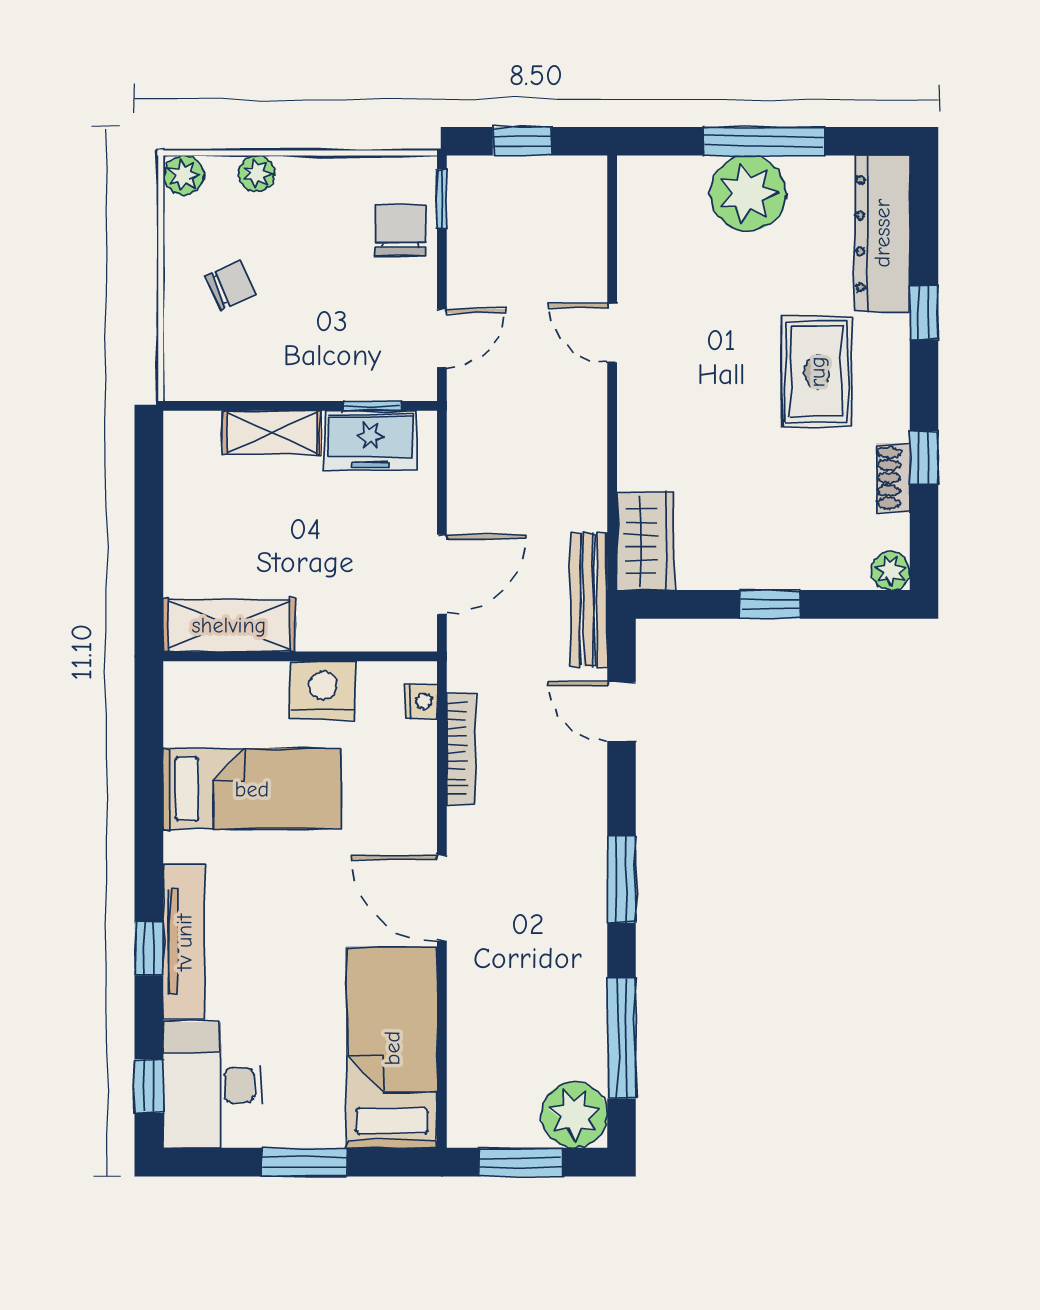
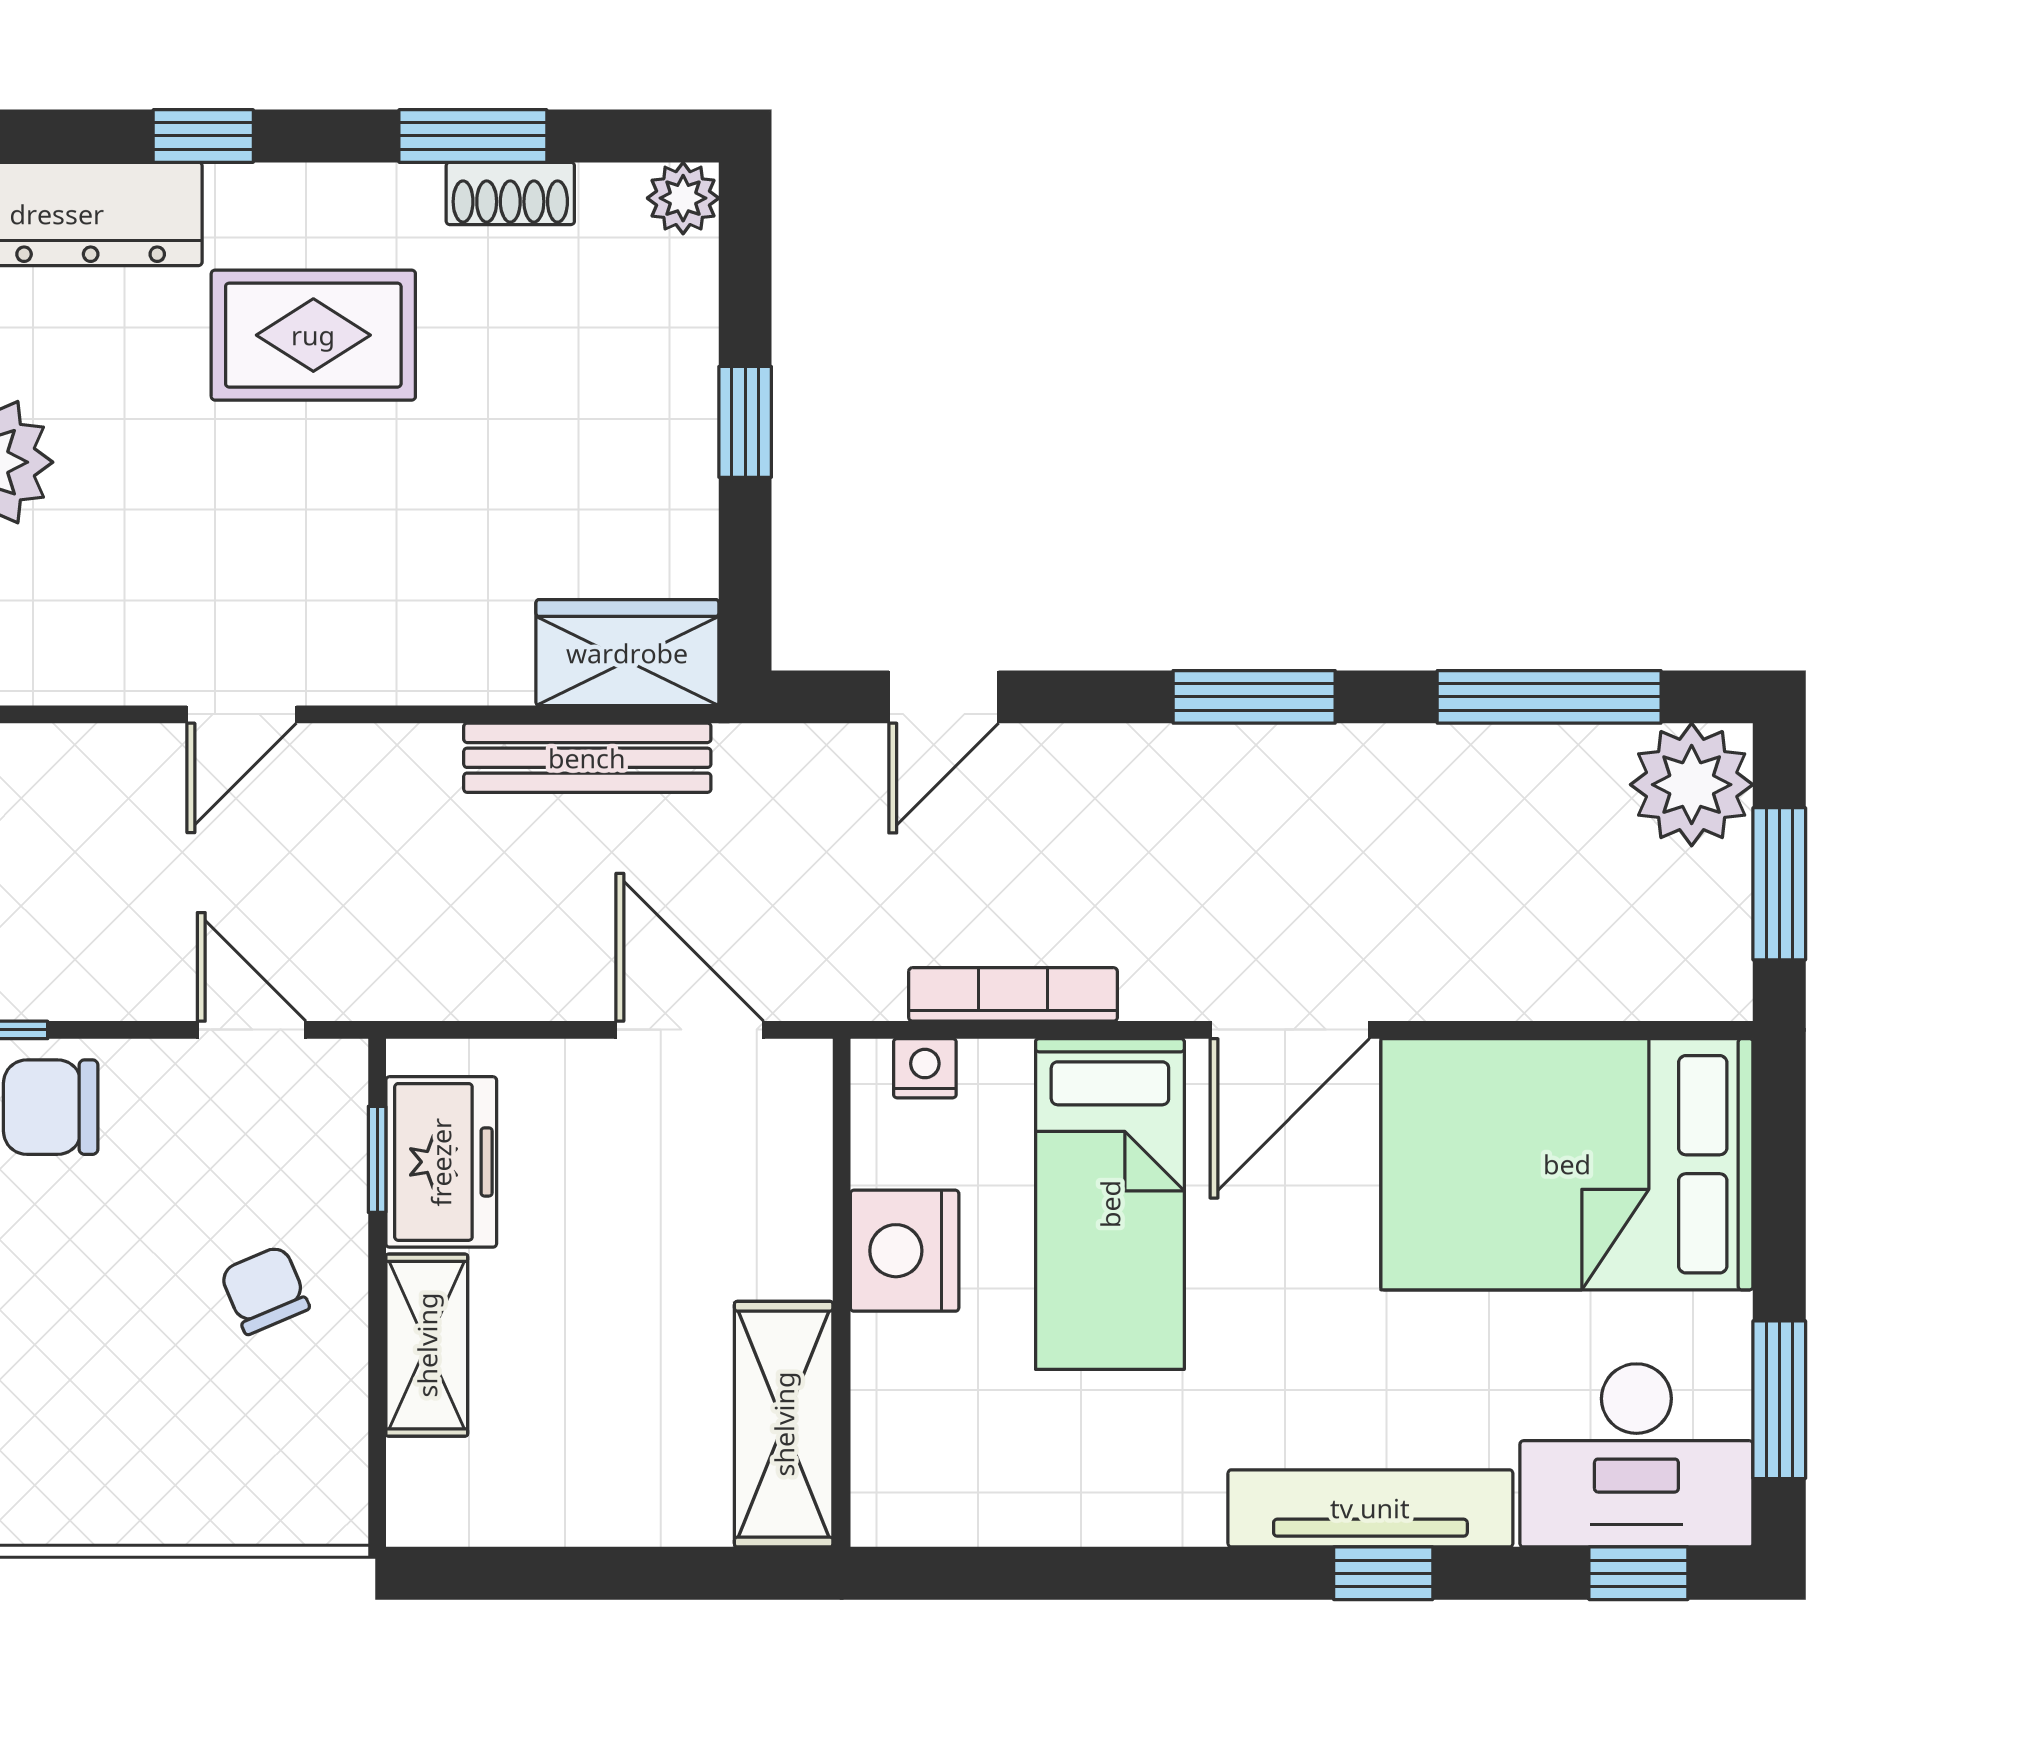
chair: (231, 285) -> (265, 1290), moved
window: (924, 458) -> (473, 136), width x1.50
bench: (589, 600) -> (587, 758), moved
bed: (252, 789) -> (1110, 1204), moved, turned 180
bed: (392, 1048) -> (1567, 1164), width x1.50
window: (305, 1162) -> (1779, 1400), moved

